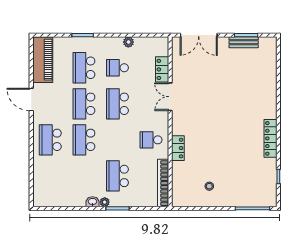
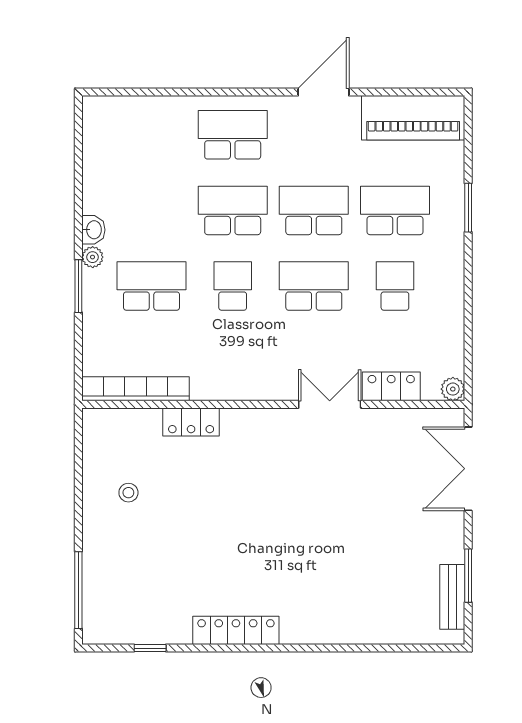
plant: (128, 42) -> (453, 389), moved
bench: (244, 42) -> (452, 597), moved
school desk: (151, 140) -> (233, 286), moved
locker: (178, 148) -> (191, 422), moved

